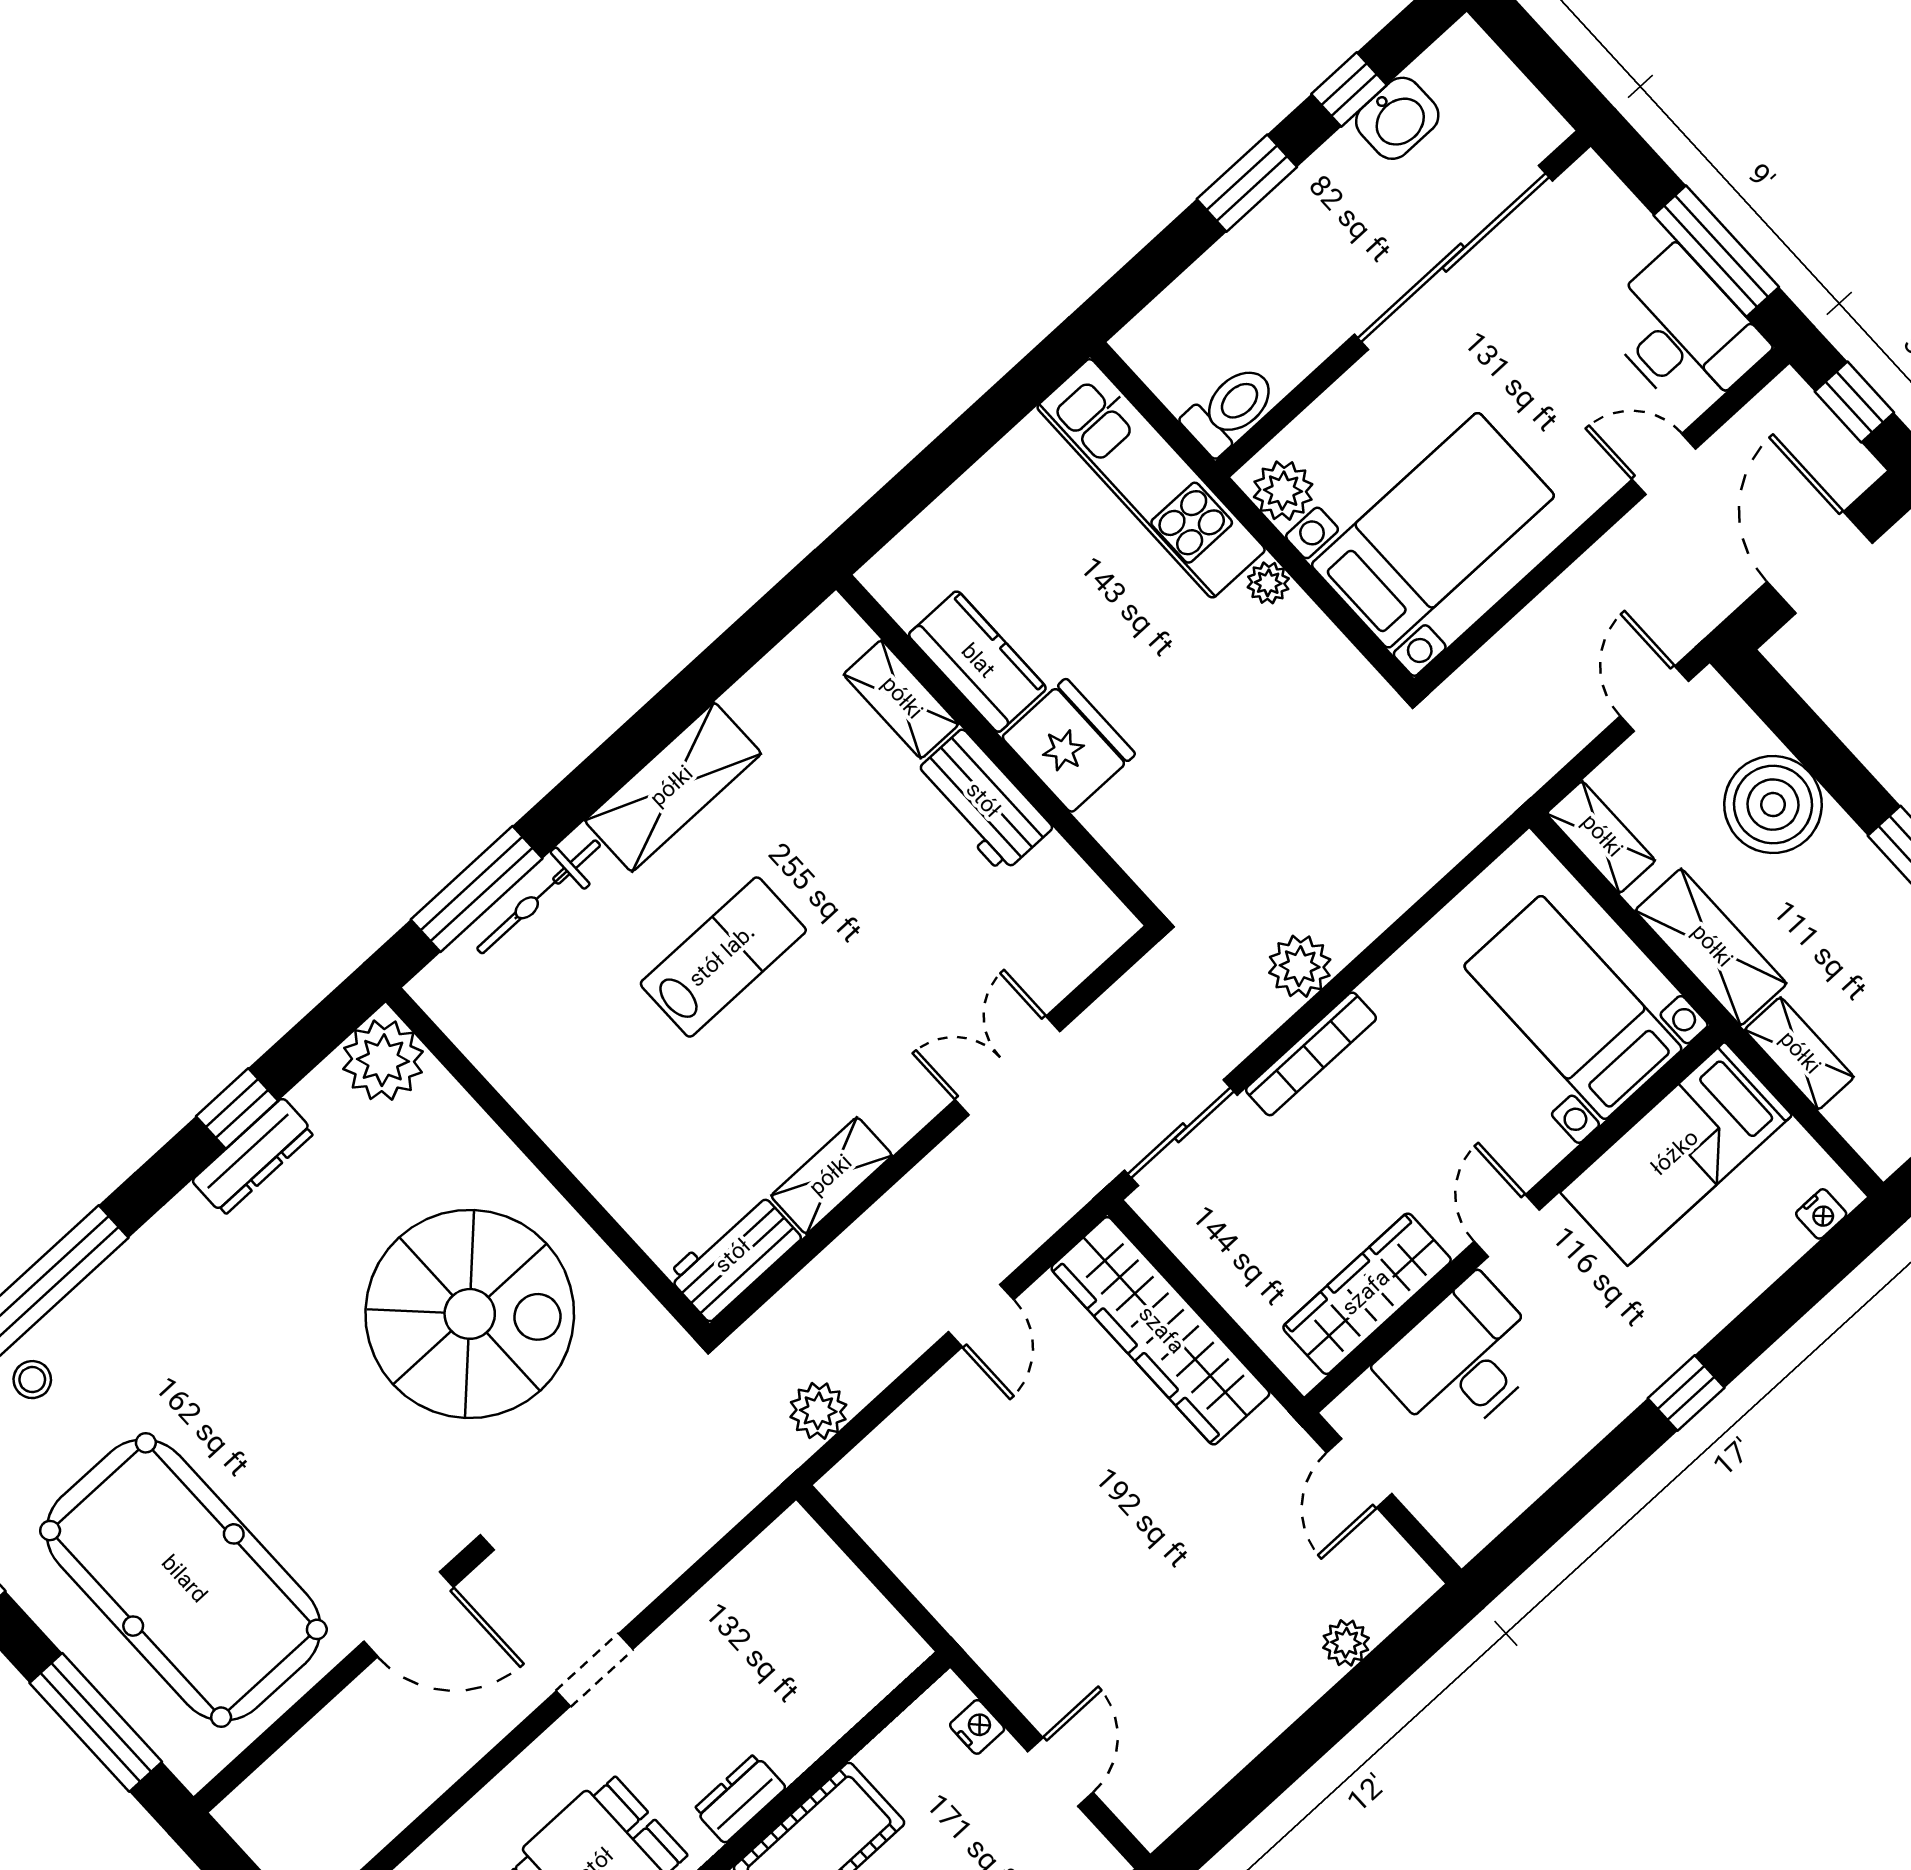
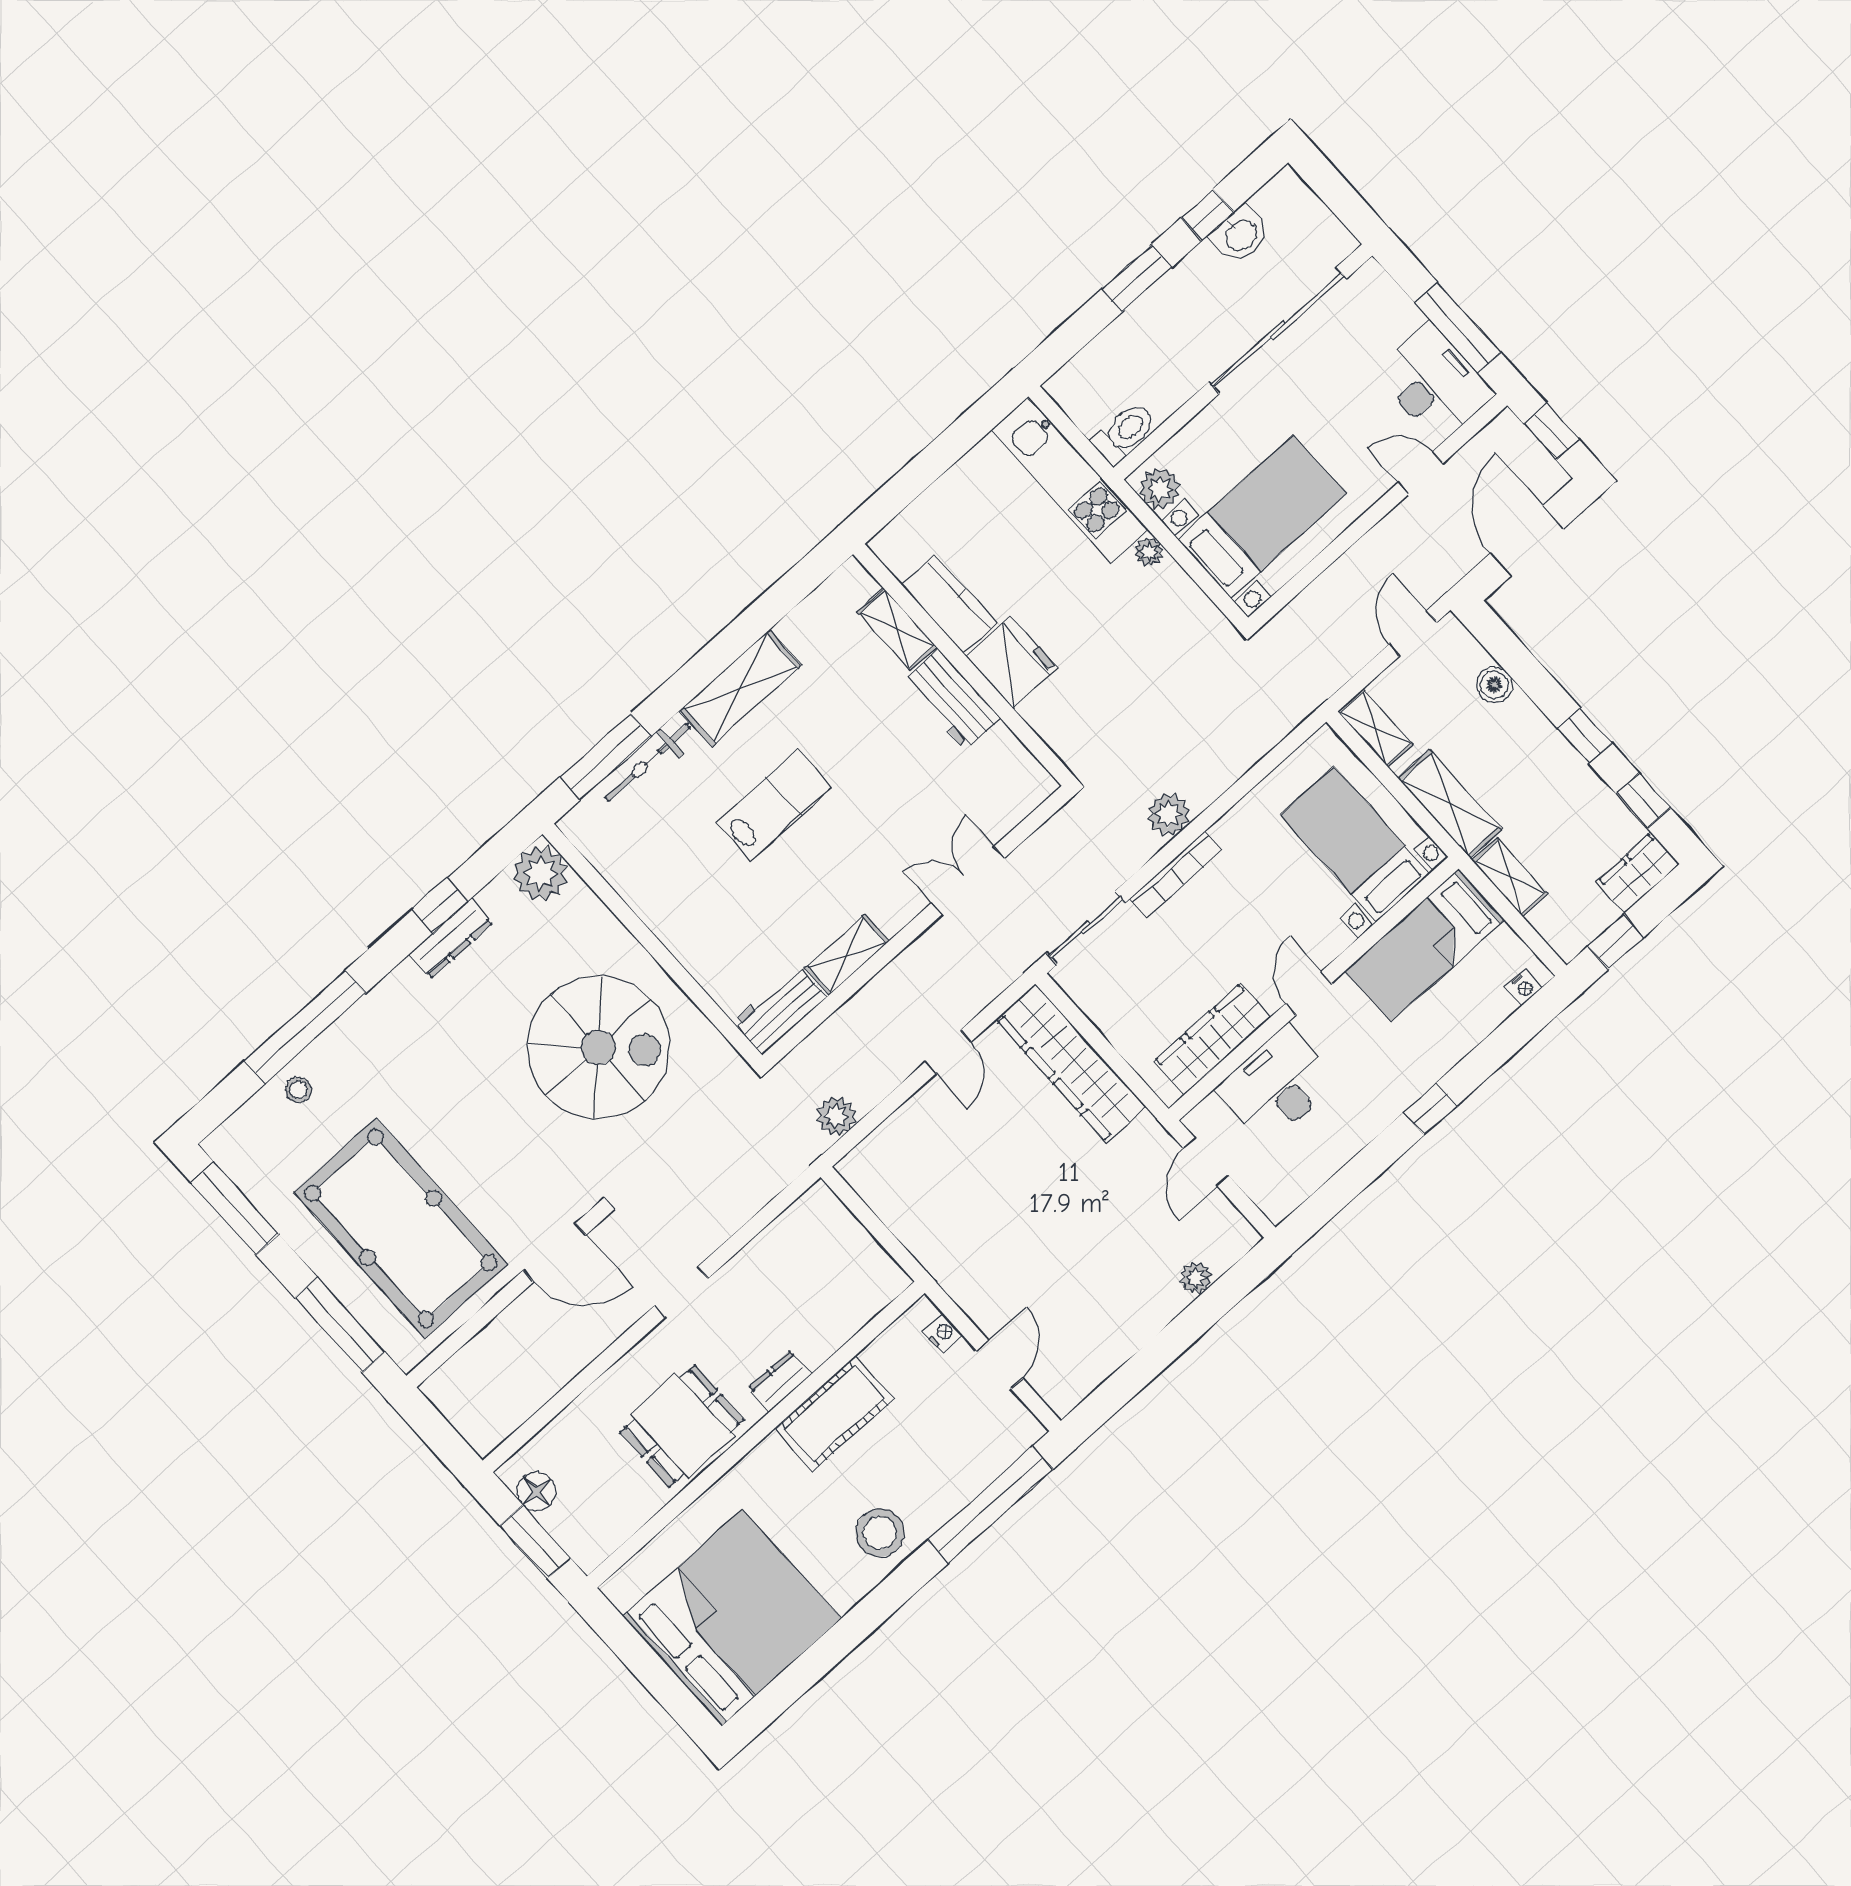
boiler: (1773, 805) -> (1494, 685), width x0.54, depth x0.54

